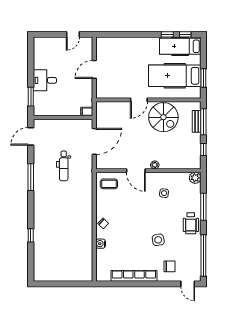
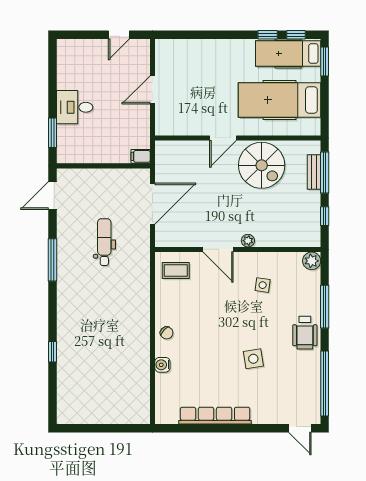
window: (203, 78) -> (325, 62), moved
dental chair: (64, 166) -> (104, 242), turned 180
chair: (169, 266) -> (271, 401), removed

